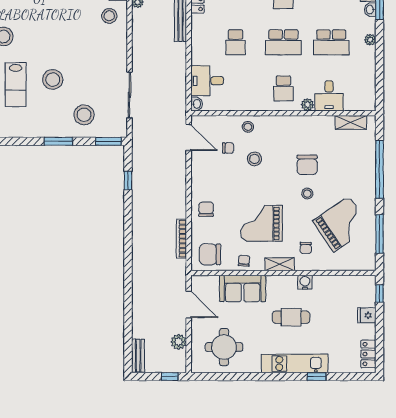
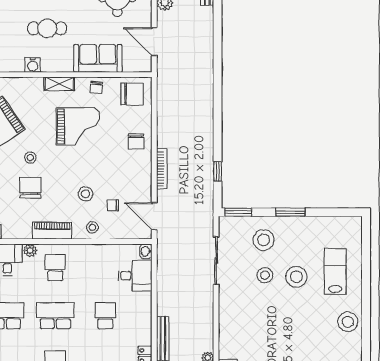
stool: (109, 16) -> (265, 275), moved
piano: (286, 124) -> (52, 231), added
bookcase: (181, 239) -> (162, 169), moved
chair: (306, 248) -> (32, 101), removed

